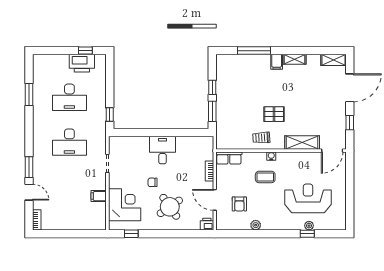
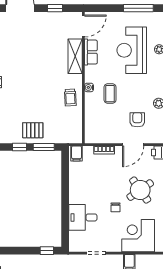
pallet: (274, 114) -> (33, 130), moved, turned 90
filing cabinet: (206, 144) -> (77, 153), added
desk: (163, 150) -> (83, 217), moved
door: (332, 151) -> (83, 26), hinge flipped
row of seats: (229, 158) -> (91, 52), moved
armchair: (239, 204) -> (137, 120), turned -90
window: (350, 205) -> (138, 8), added

